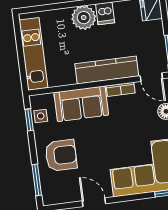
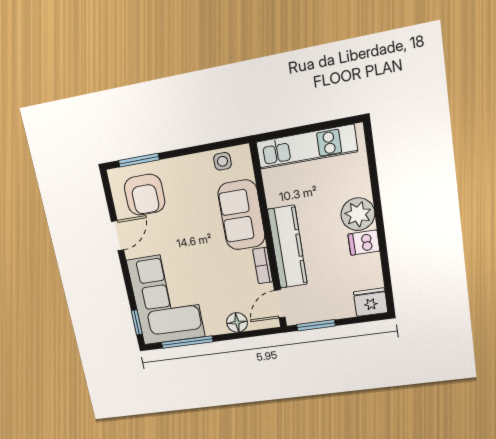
window: (29, 120) -> (216, 146), removed
armchair: (61, 155) -> (145, 195), moved

